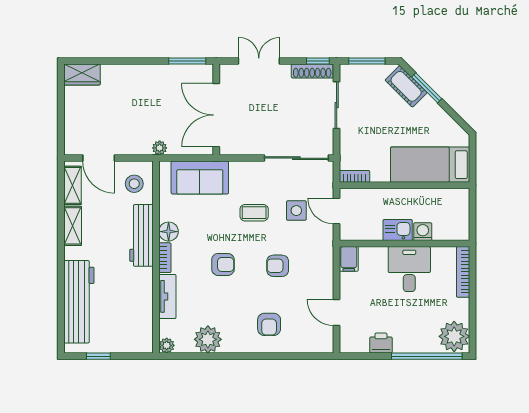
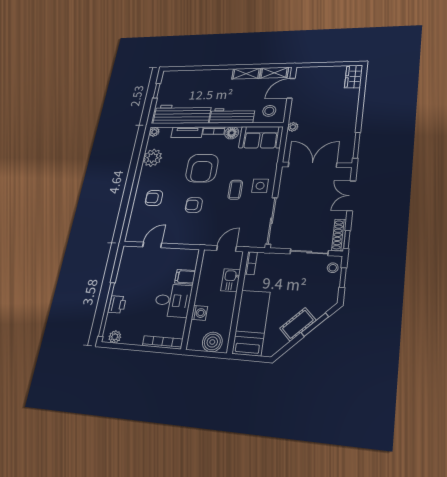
double door: (259, 61) -> (351, 196), swing flipped
window: (367, 61) -> (343, 278), width x0.67
stool: (355, 74) -> (333, 268), added
cot: (406, 86) -> (298, 324), moved
sofa: (200, 178) -> (261, 137), moved, turned -90
boiler: (457, 209) -> (212, 342), added
side table: (296, 211) -> (260, 186), moved
kitchen sink: (398, 230) -> (231, 280), moved, turned 180
filing cabinet: (349, 259) -> (185, 277), moved
armchair: (223, 264) -> (202, 168), width x1.88, depth x1.88
armchair: (278, 266) -> (194, 205), turned -90
workbench: (79, 302) -> (182, 114), moved, turned 180
plant: (454, 336) -> (115, 337), width x0.53, depth x0.53
printer: (381, 343) -> (117, 304), moved

